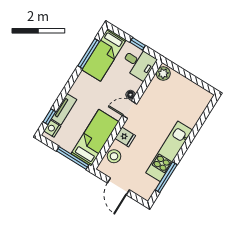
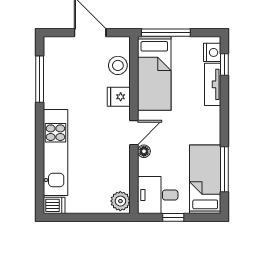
dishwasher: (205, 96) -> (54, 205), added
kitchen unit: (169, 151) -> (55, 153), moved

